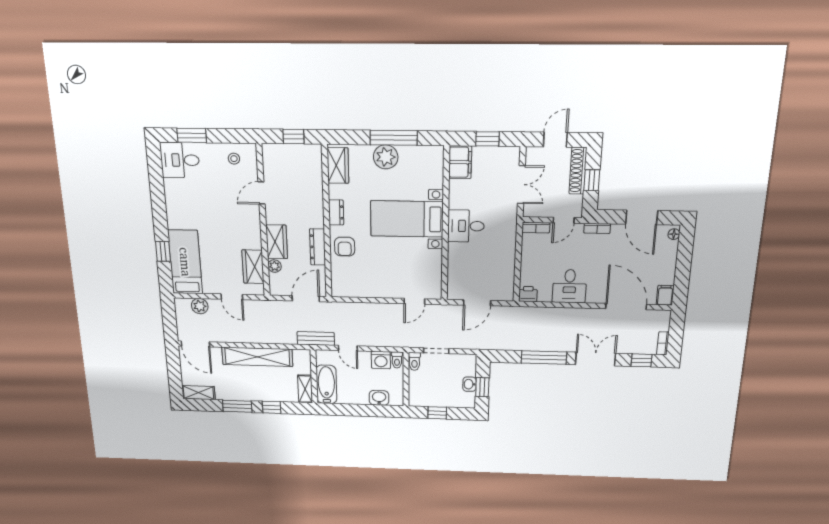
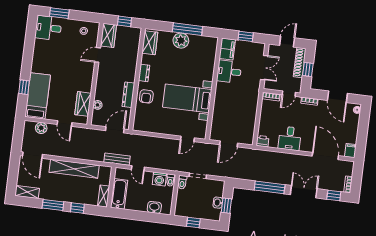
bed with nightstands: (407, 219) -> (187, 98), moved
desk: (466, 226) -> (229, 72), moved
wardrobe: (277, 242) -> (108, 35), moved

